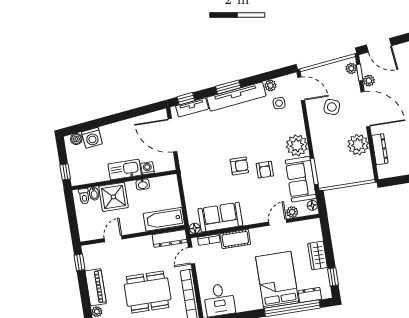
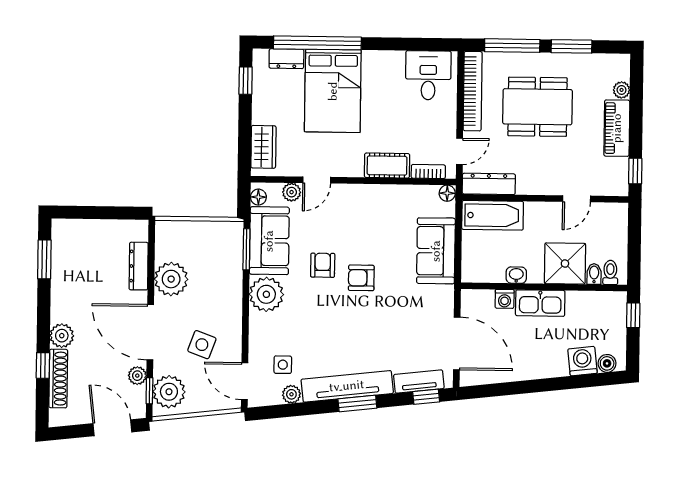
plant: (351, 68) -> (169, 392), width x1.87, depth x1.87
sofa: (220, 217) -> (436, 251), moved, turned 90
wardrobe: (318, 255) -> (263, 147), moved

